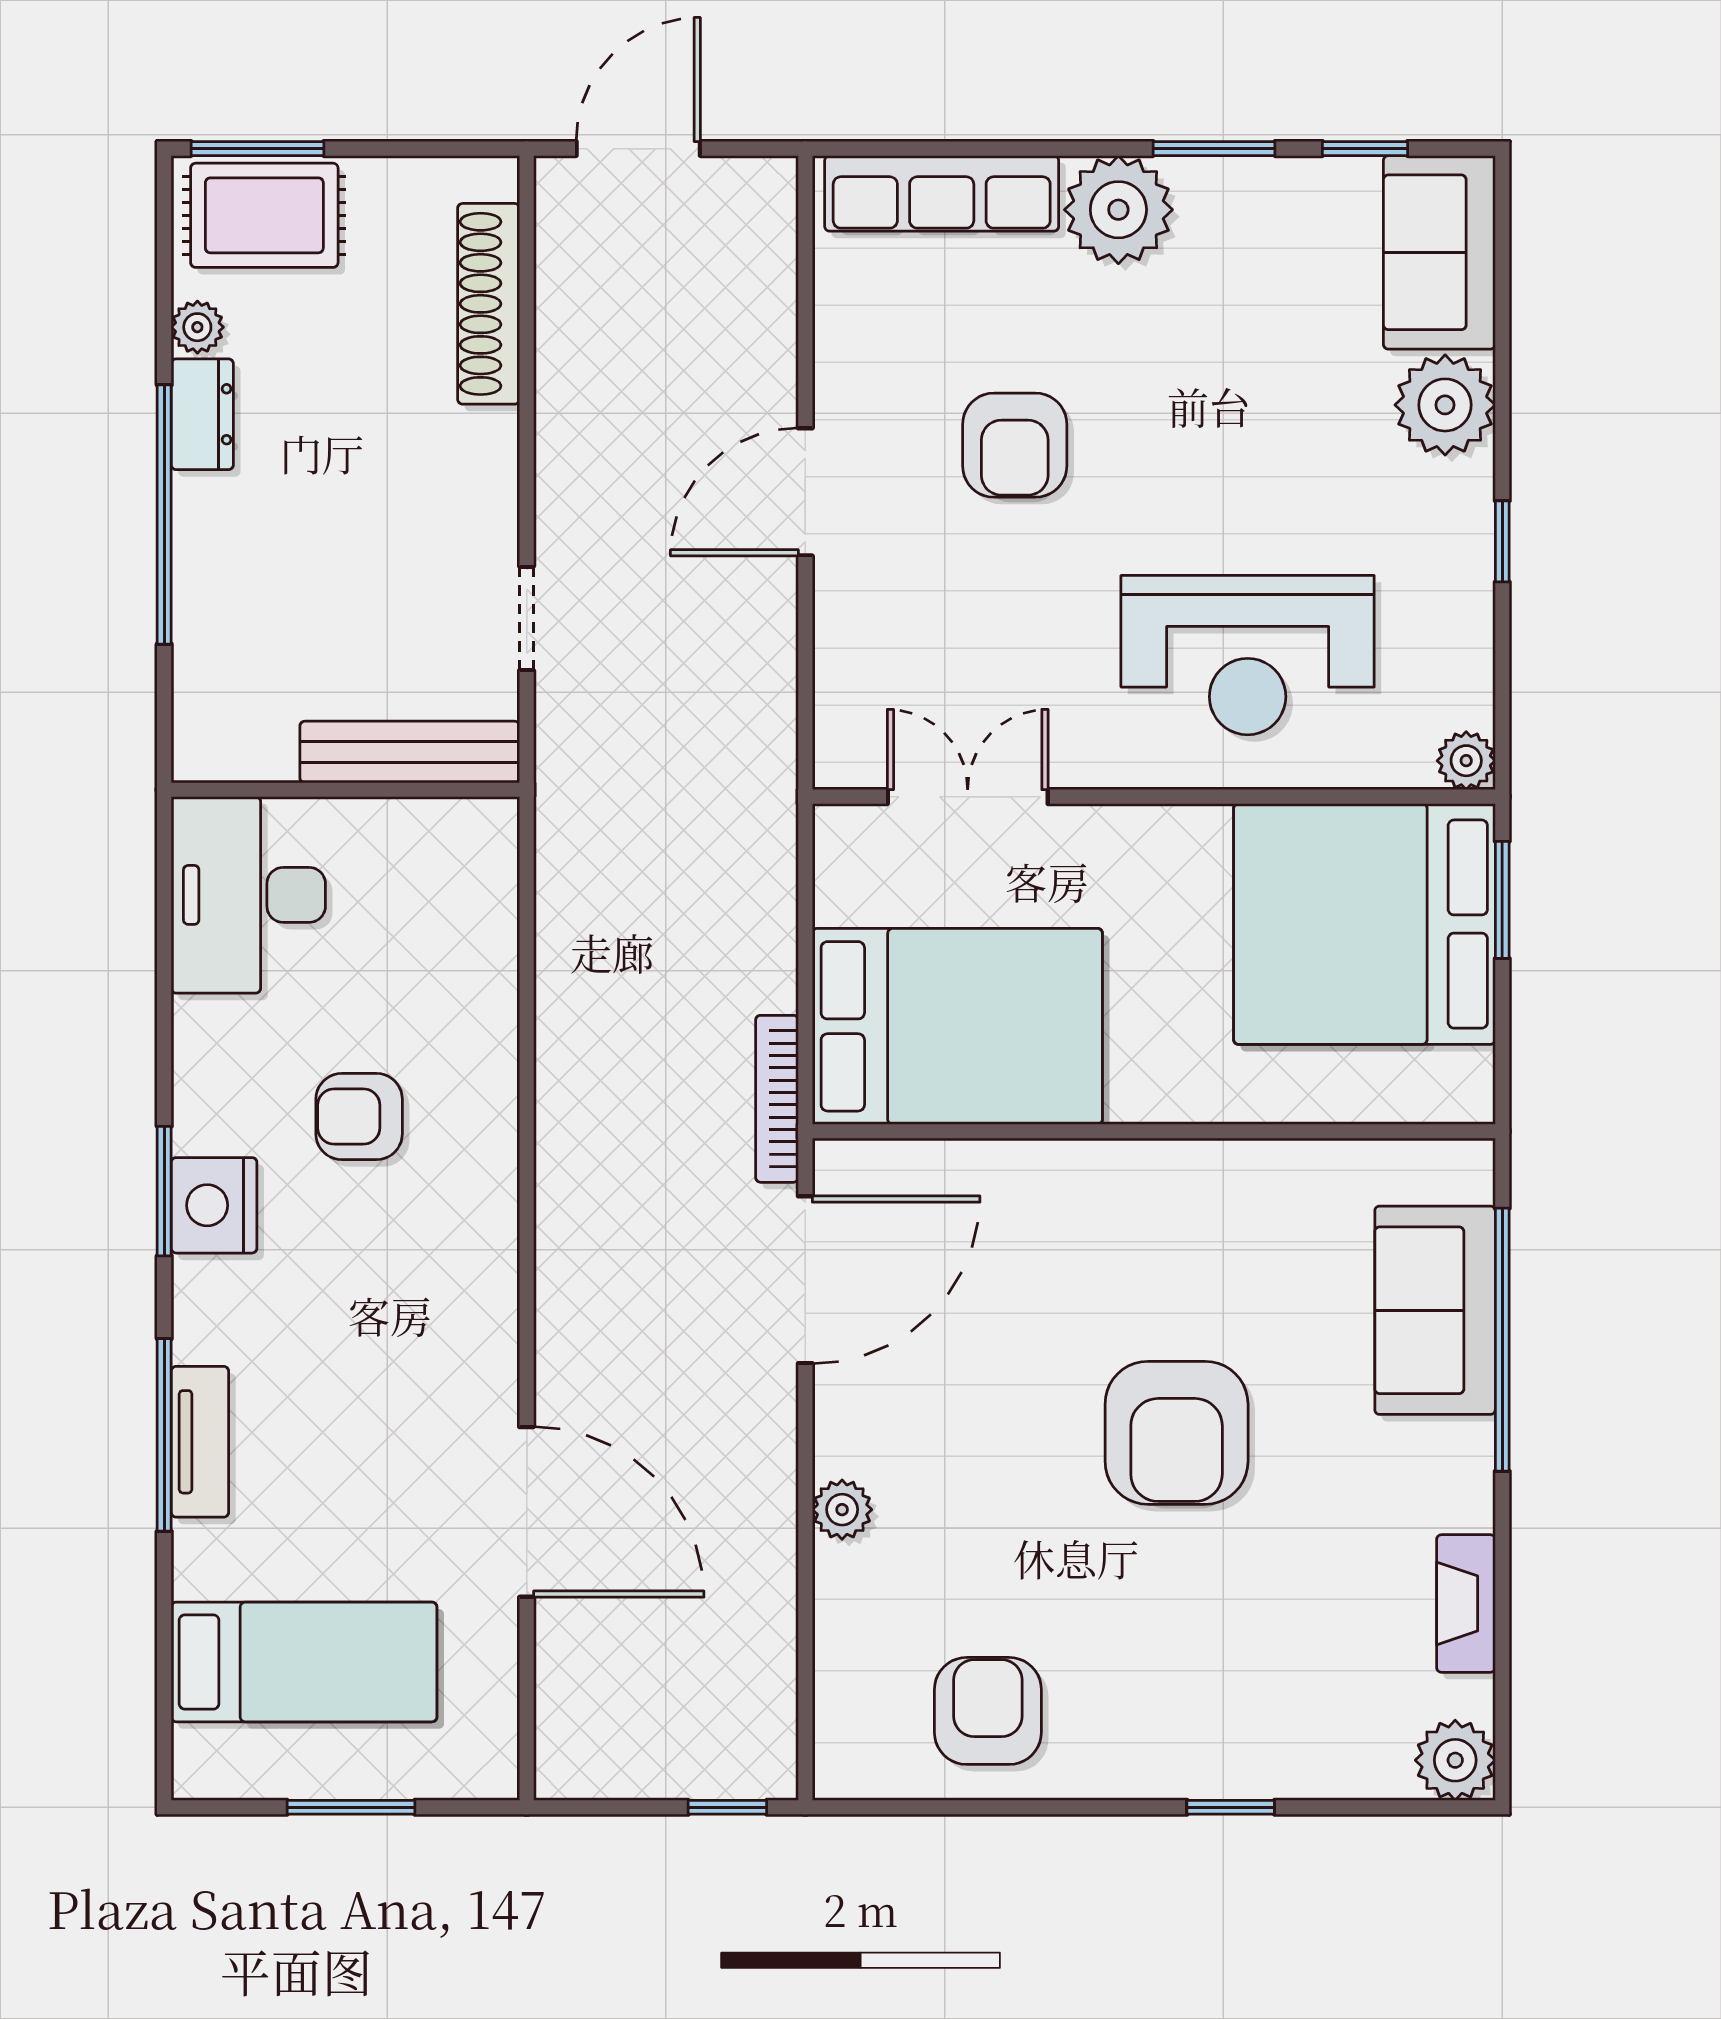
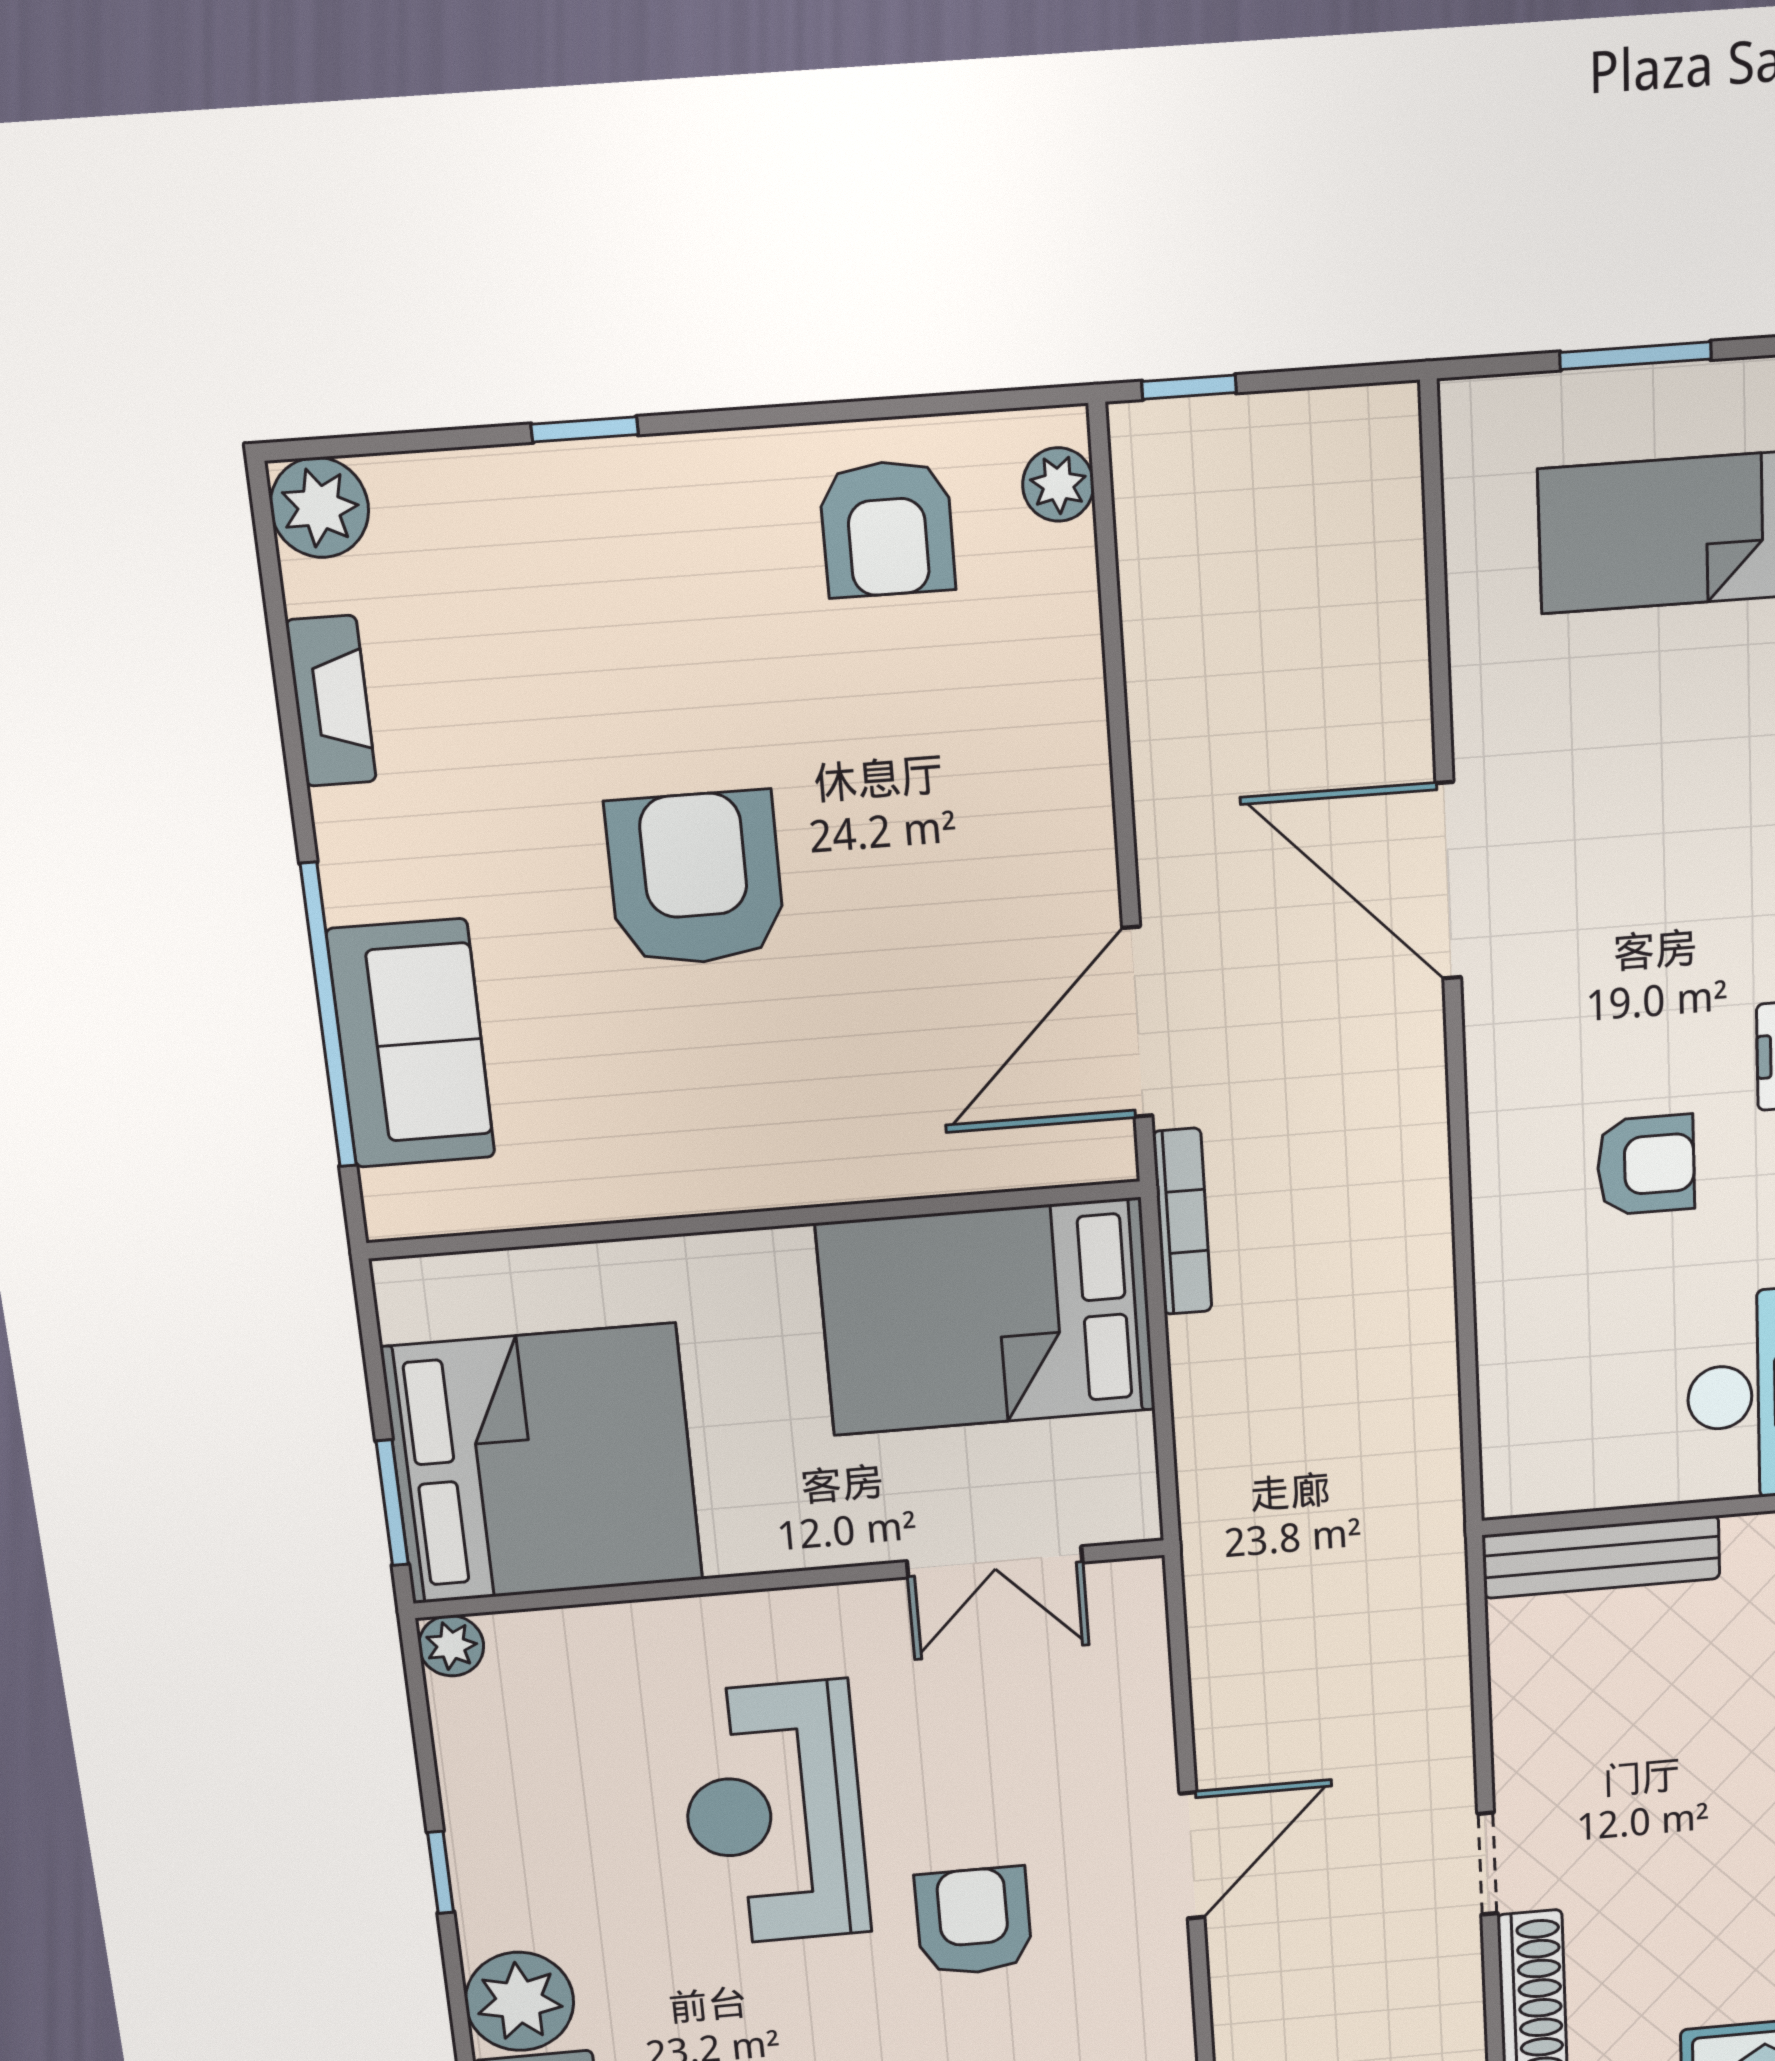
doorway: (527, 618) -> (1488, 1864), moved
reception desk: (1248, 655) -> (774, 1813), moved, turned -90
plant: (842, 1510) -> (1058, 485), moved
door: (527, 1512) -> (1448, 881), moved

